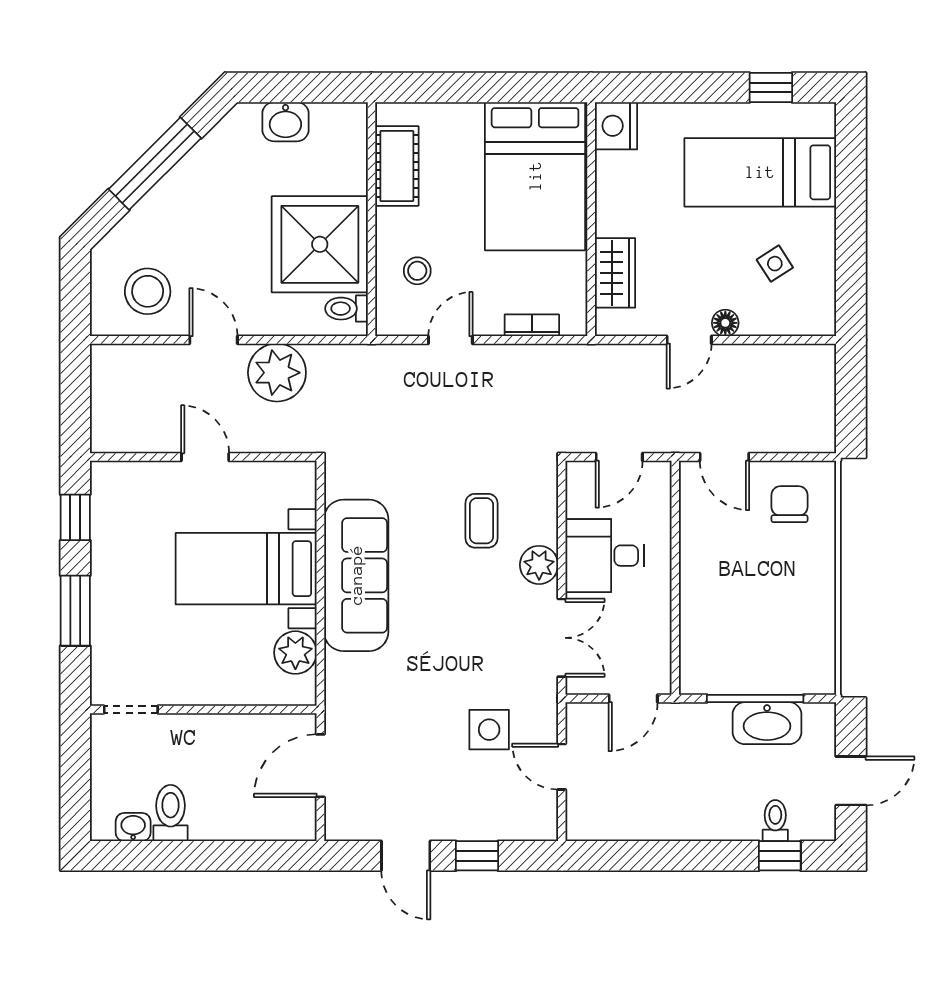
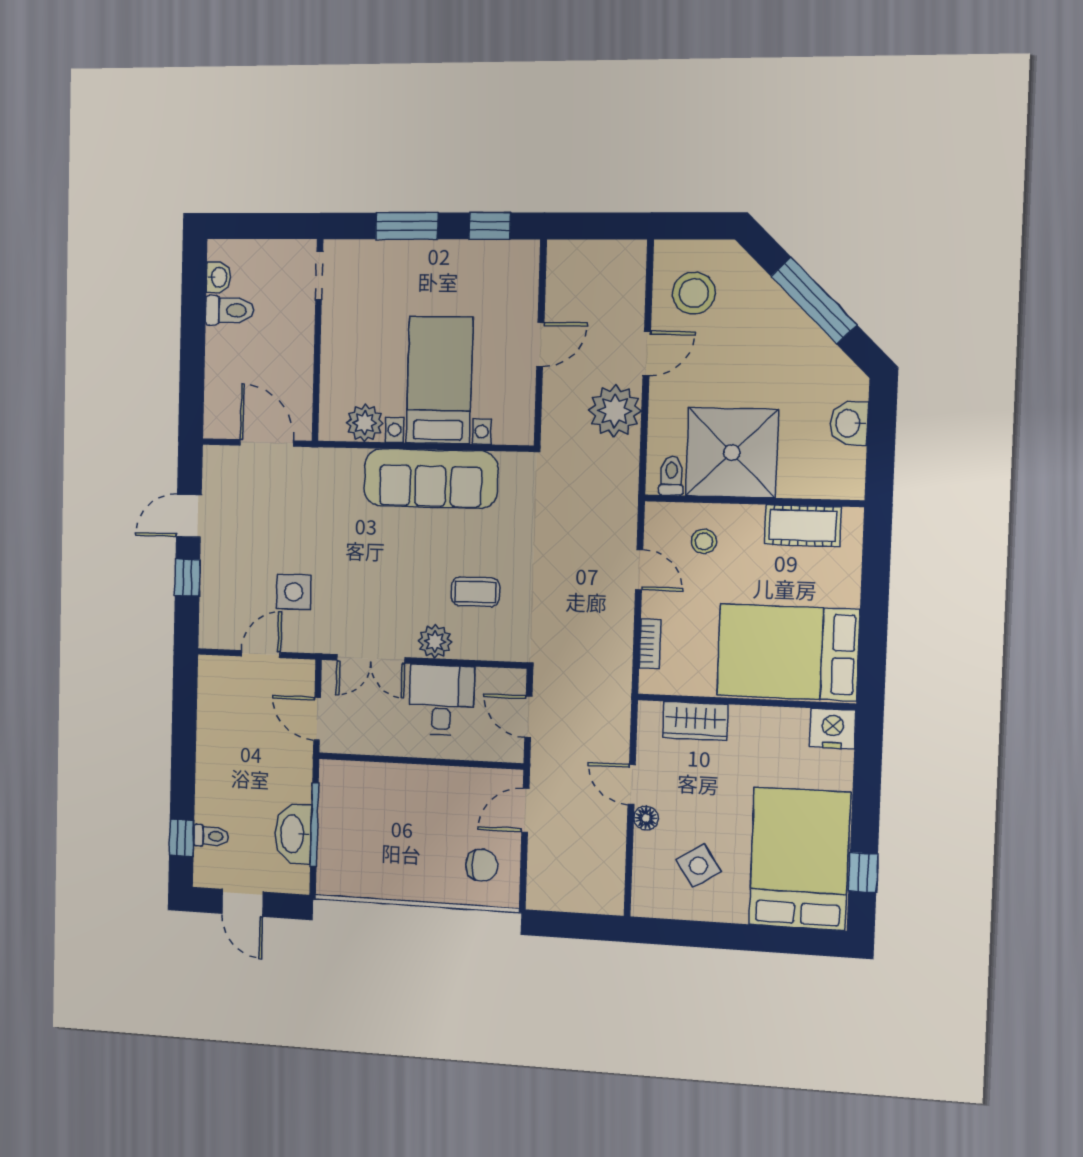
bed: (760, 172) -> (800, 859), width x1.50
side table: (775, 264) -> (699, 866), width x1.37, depth x1.37

